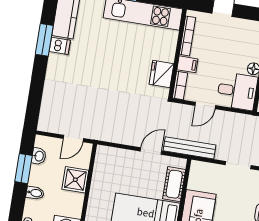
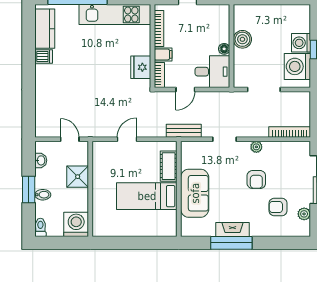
window: (44, 40) -> (29, 53), removed
door: (73, 138) -> (70, 139), swing flipped
bench: (190, 148) -> (184, 131), width x0.73
door: (151, 151) -> (127, 139), moved
window: (23, 169) -> (29, 189), moved

